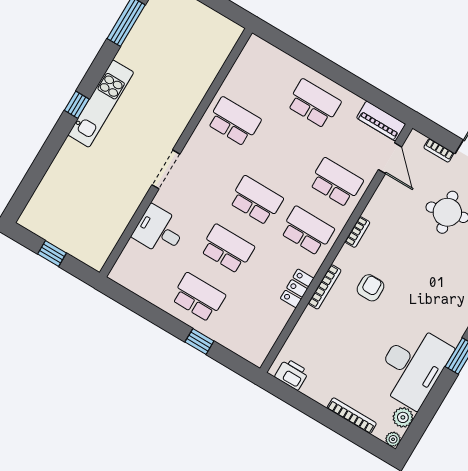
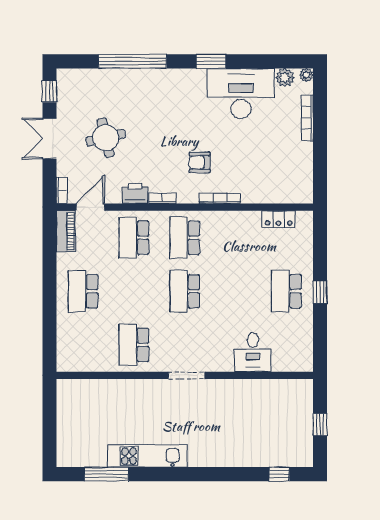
kitchen unit: (101, 104) -> (147, 456), moved
window: (77, 105) -> (279, 474), moved
bookcase: (439, 150) -> (62, 190), moved
doorway: (166, 169) -> (187, 375), moved
school desk: (227, 249) -> (236, 291), removed
locker: (297, 288) -> (279, 219), moved
window: (199, 341) -> (320, 292), moved
printer: (292, 374) -> (135, 193), moved, turned 90

